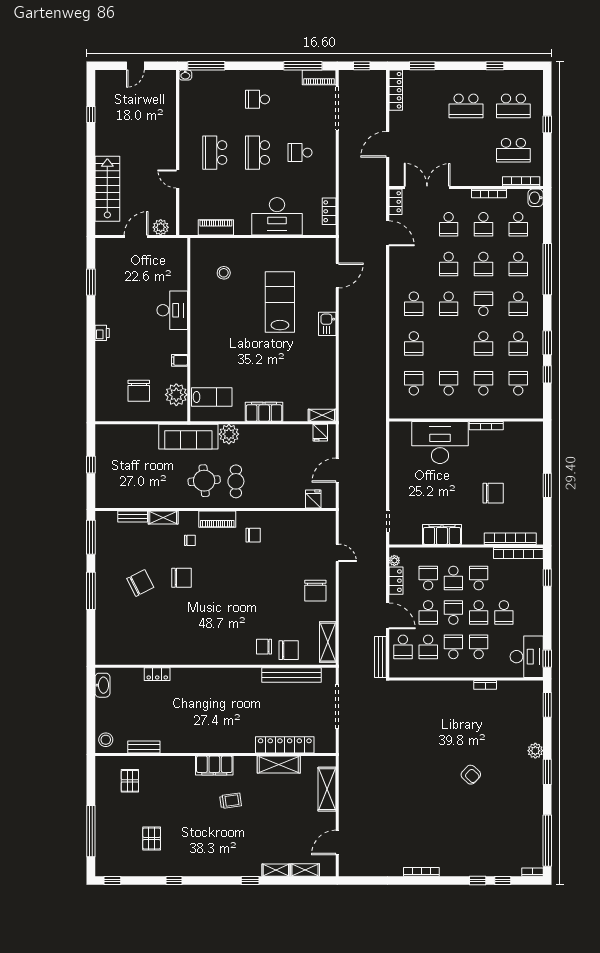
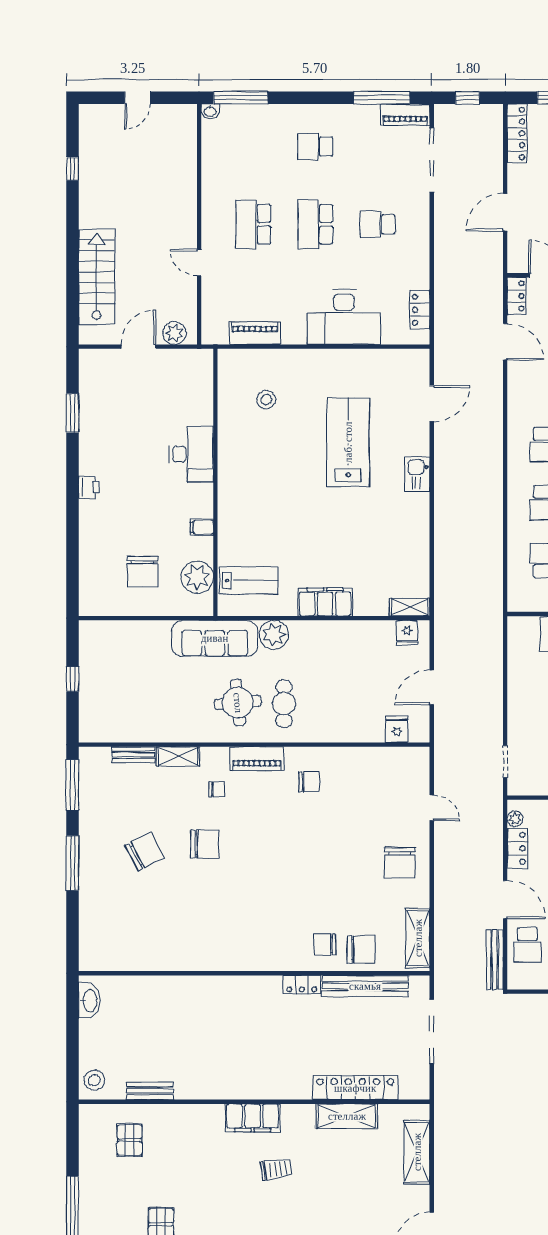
locker: (157, 674) -> (302, 985), moved

